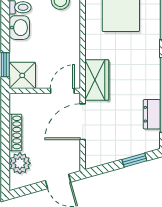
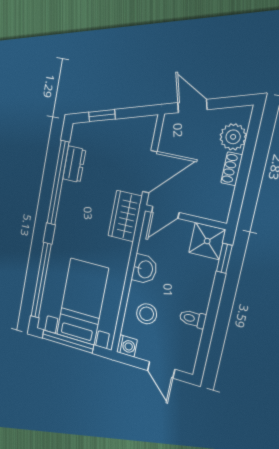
washbasin: (19, 28) -> (145, 269), moved, turned 180
shoe rack: (15, 132) -> (232, 169), width x0.70

